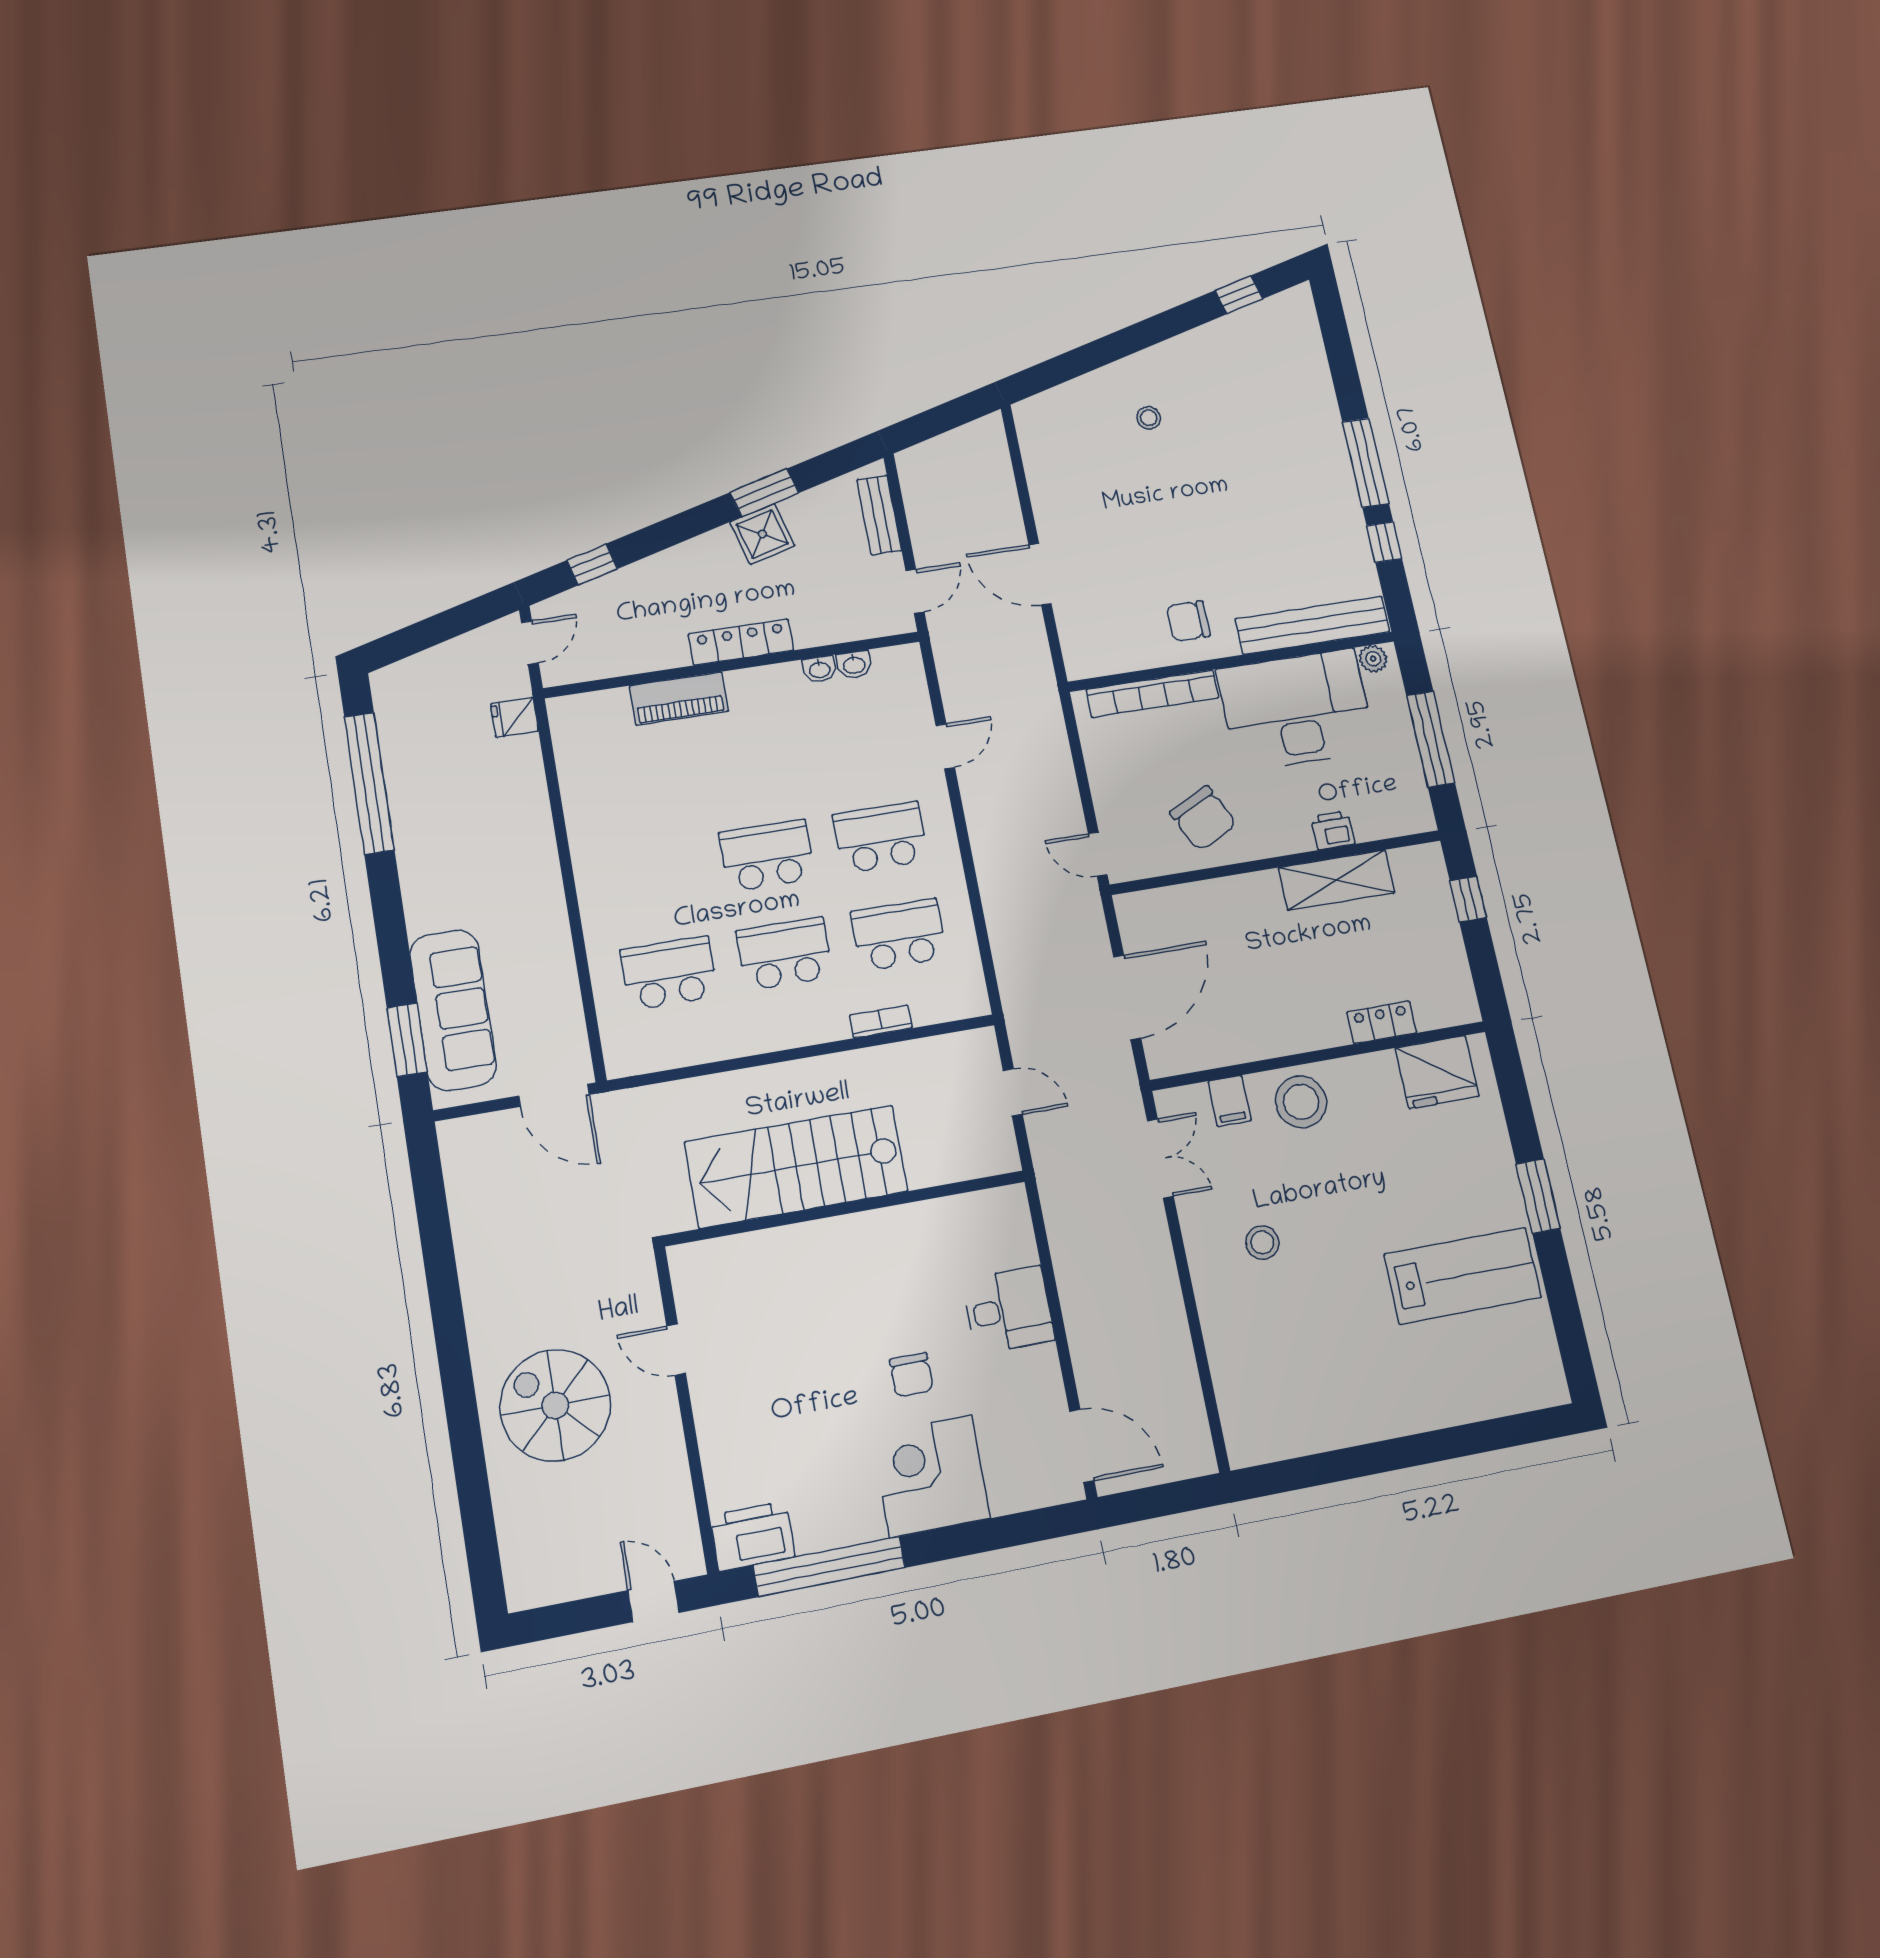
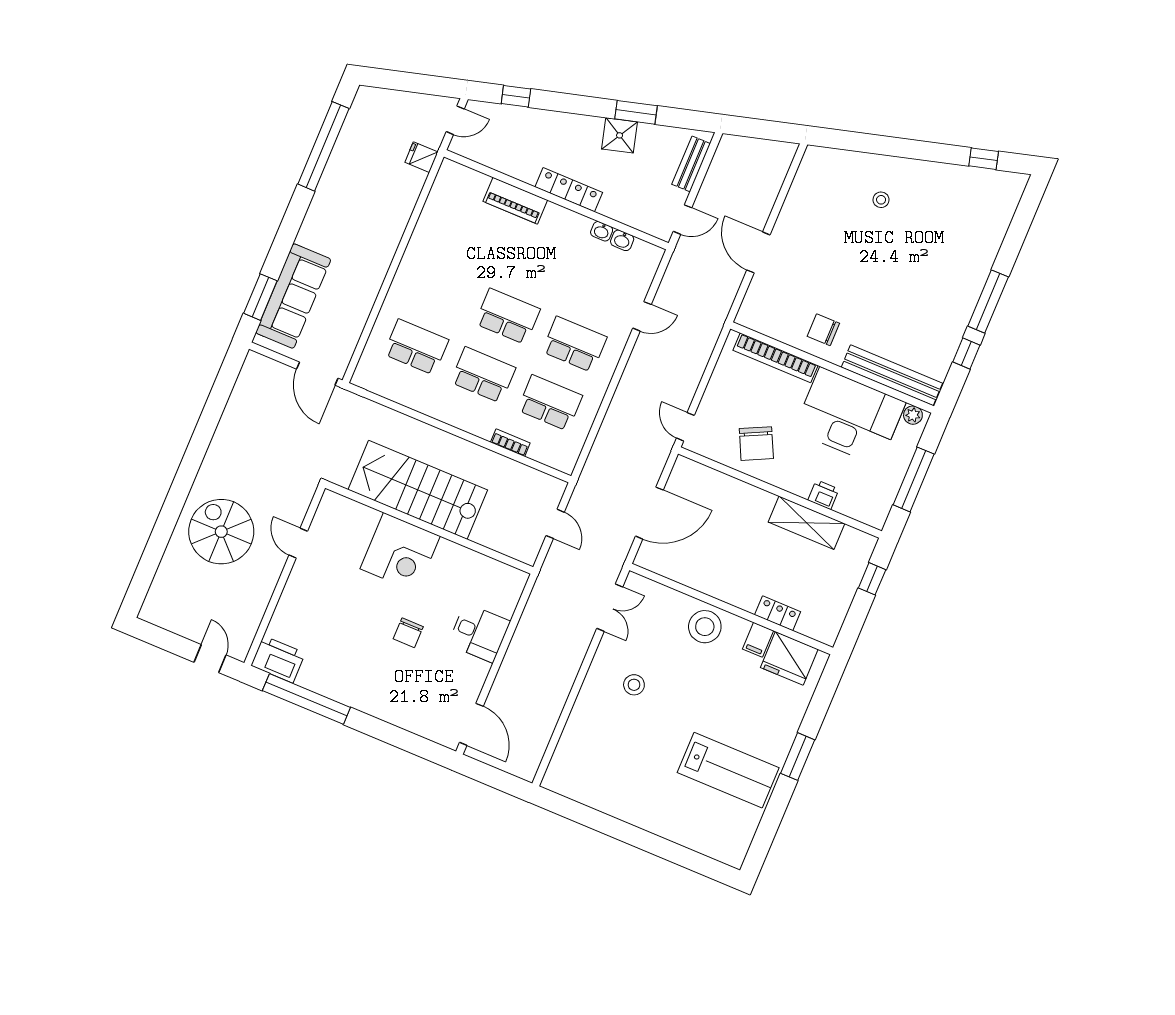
filing cabinet: (1230, 1101) -> (758, 640), moved
corner desk: (931, 1476) -> (400, 552), moved, turned 180

